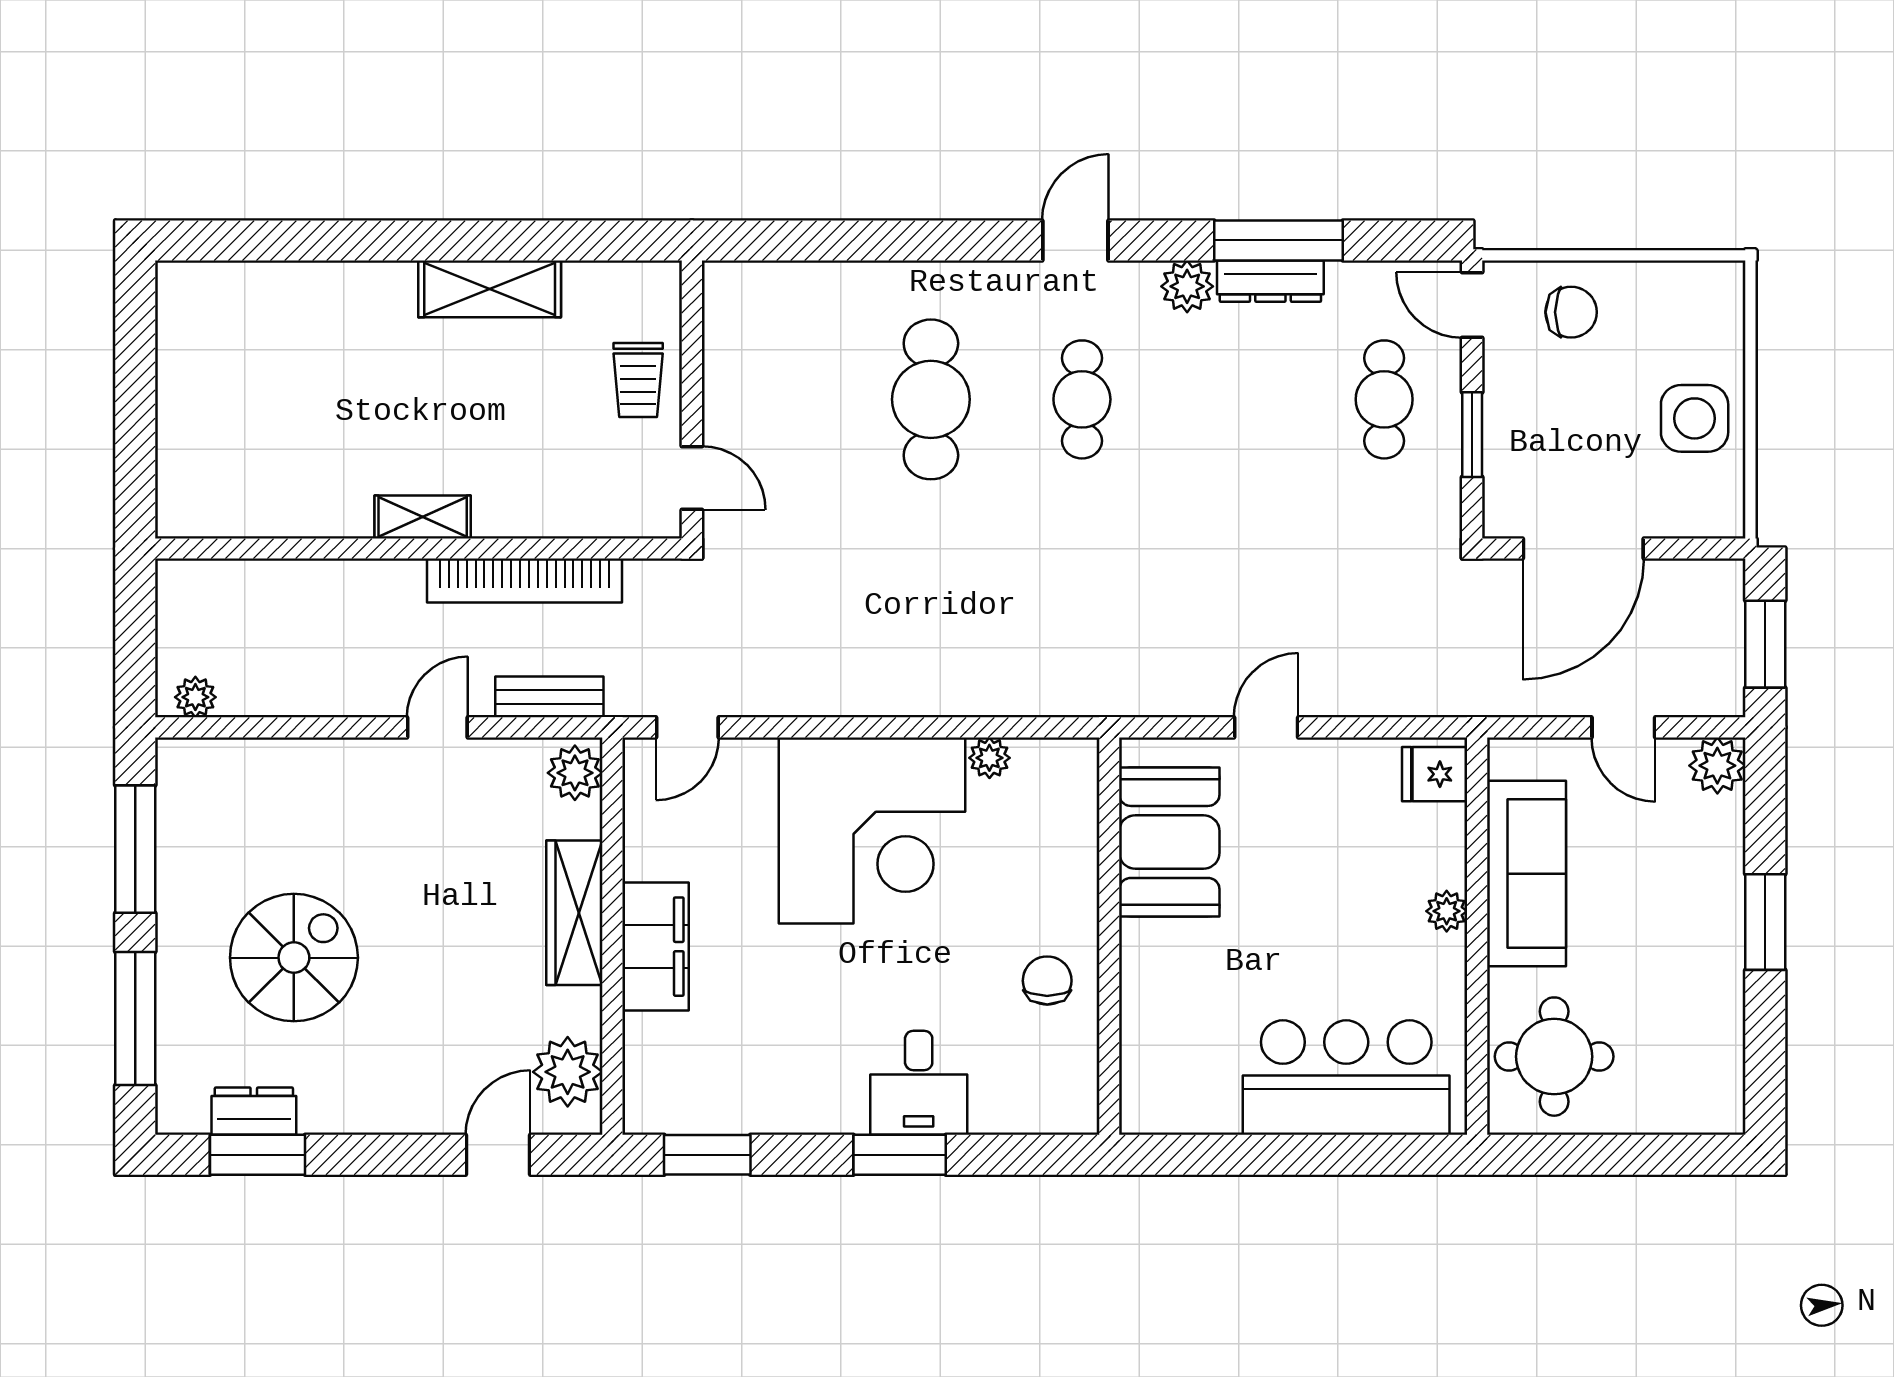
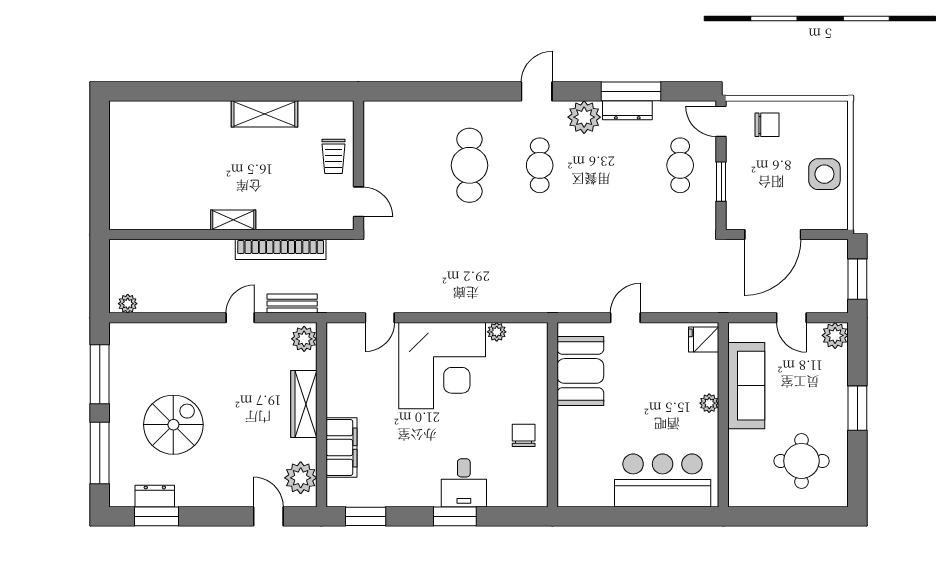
plant: (1187, 286) -> (584, 117), width x1.36, depth x1.36
door: (687, 727) -> (380, 318), moved
filing cabinet: (656, 947) -> (341, 447), moved
round table: (1554, 1057) -> (801, 461), moved
door: (498, 1155) -> (268, 516), hinge flipped

